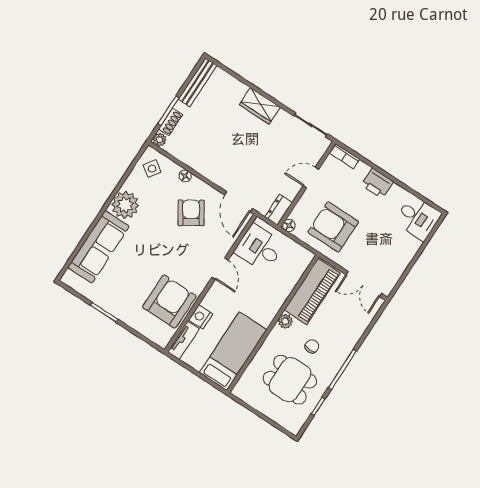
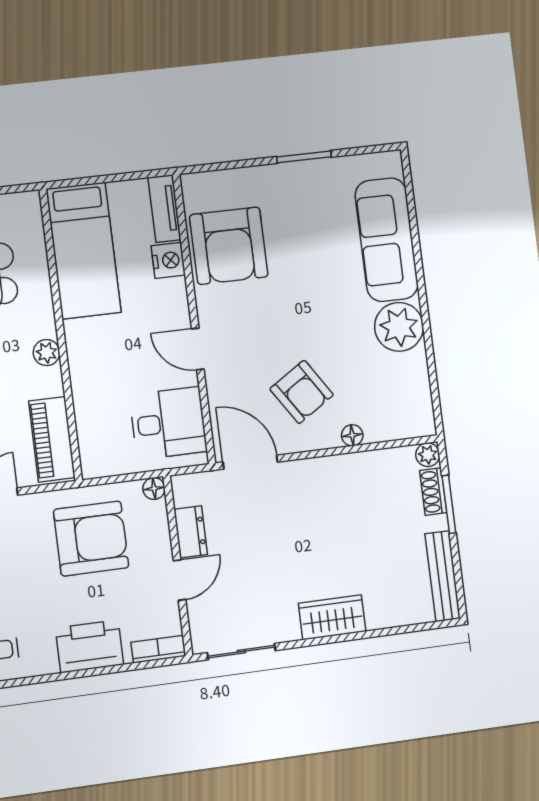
side table: (152, 169) -> (405, 407), removed
printer: (377, 183) -> (89, 646), width x1.37, depth x1.19
dresser: (279, 210) -> (191, 532), moved
piano: (312, 291) -> (52, 439), width x0.73, depth x0.75

